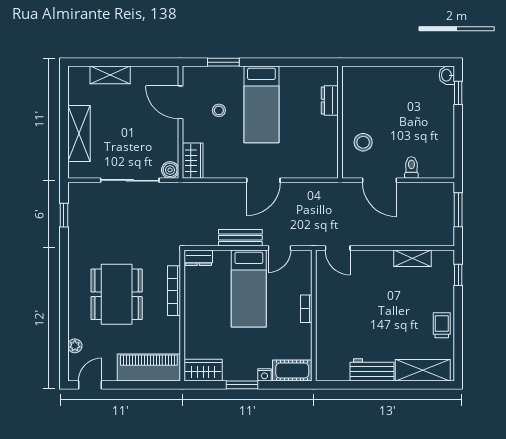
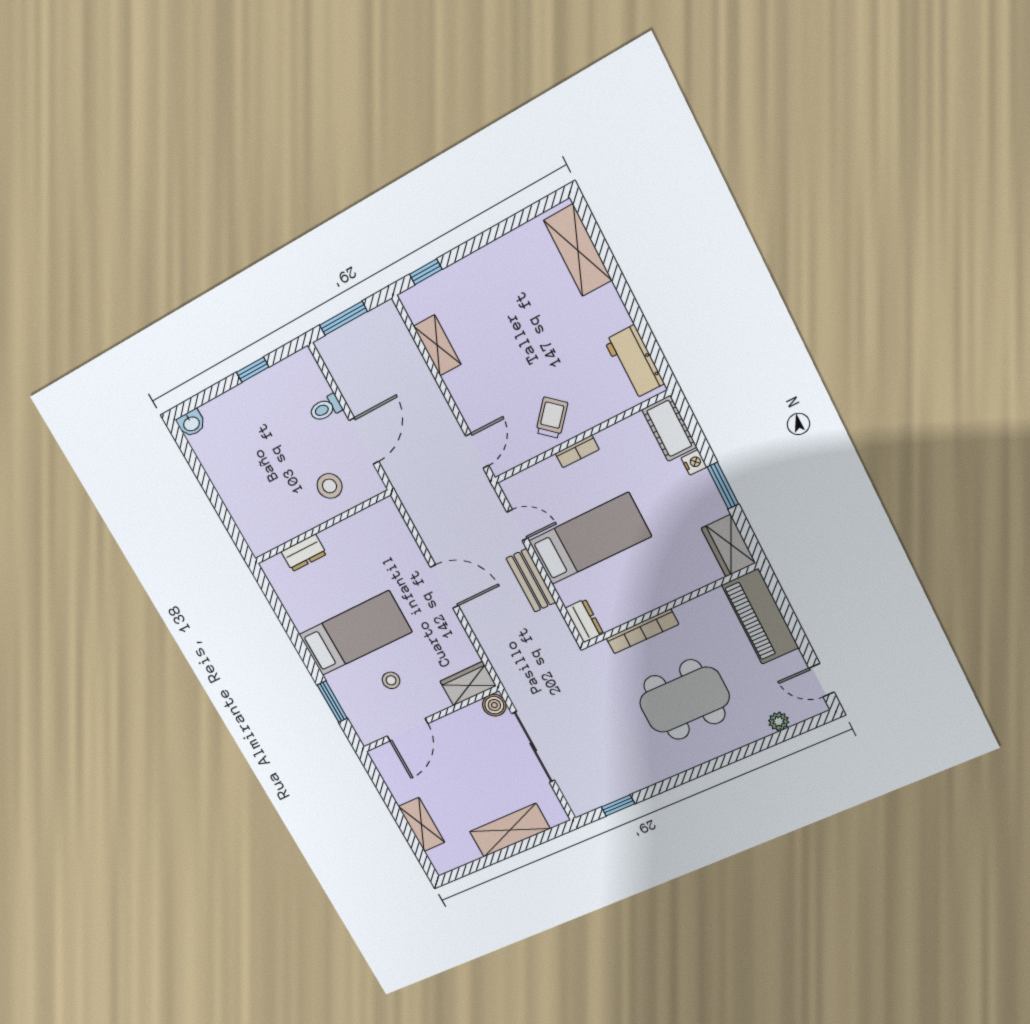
window: (458, 93) -> (253, 370), moved
trolley: (442, 325) -> (552, 418), moved, turned 131
workbench: (372, 370) -> (634, 362), moved

